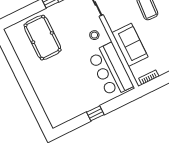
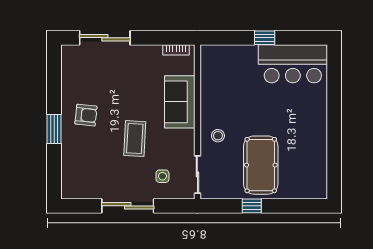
pool table: (43, 38) -> (261, 165), moved
bar counter: (111, 70) -> (293, 64), moved, turned 90

